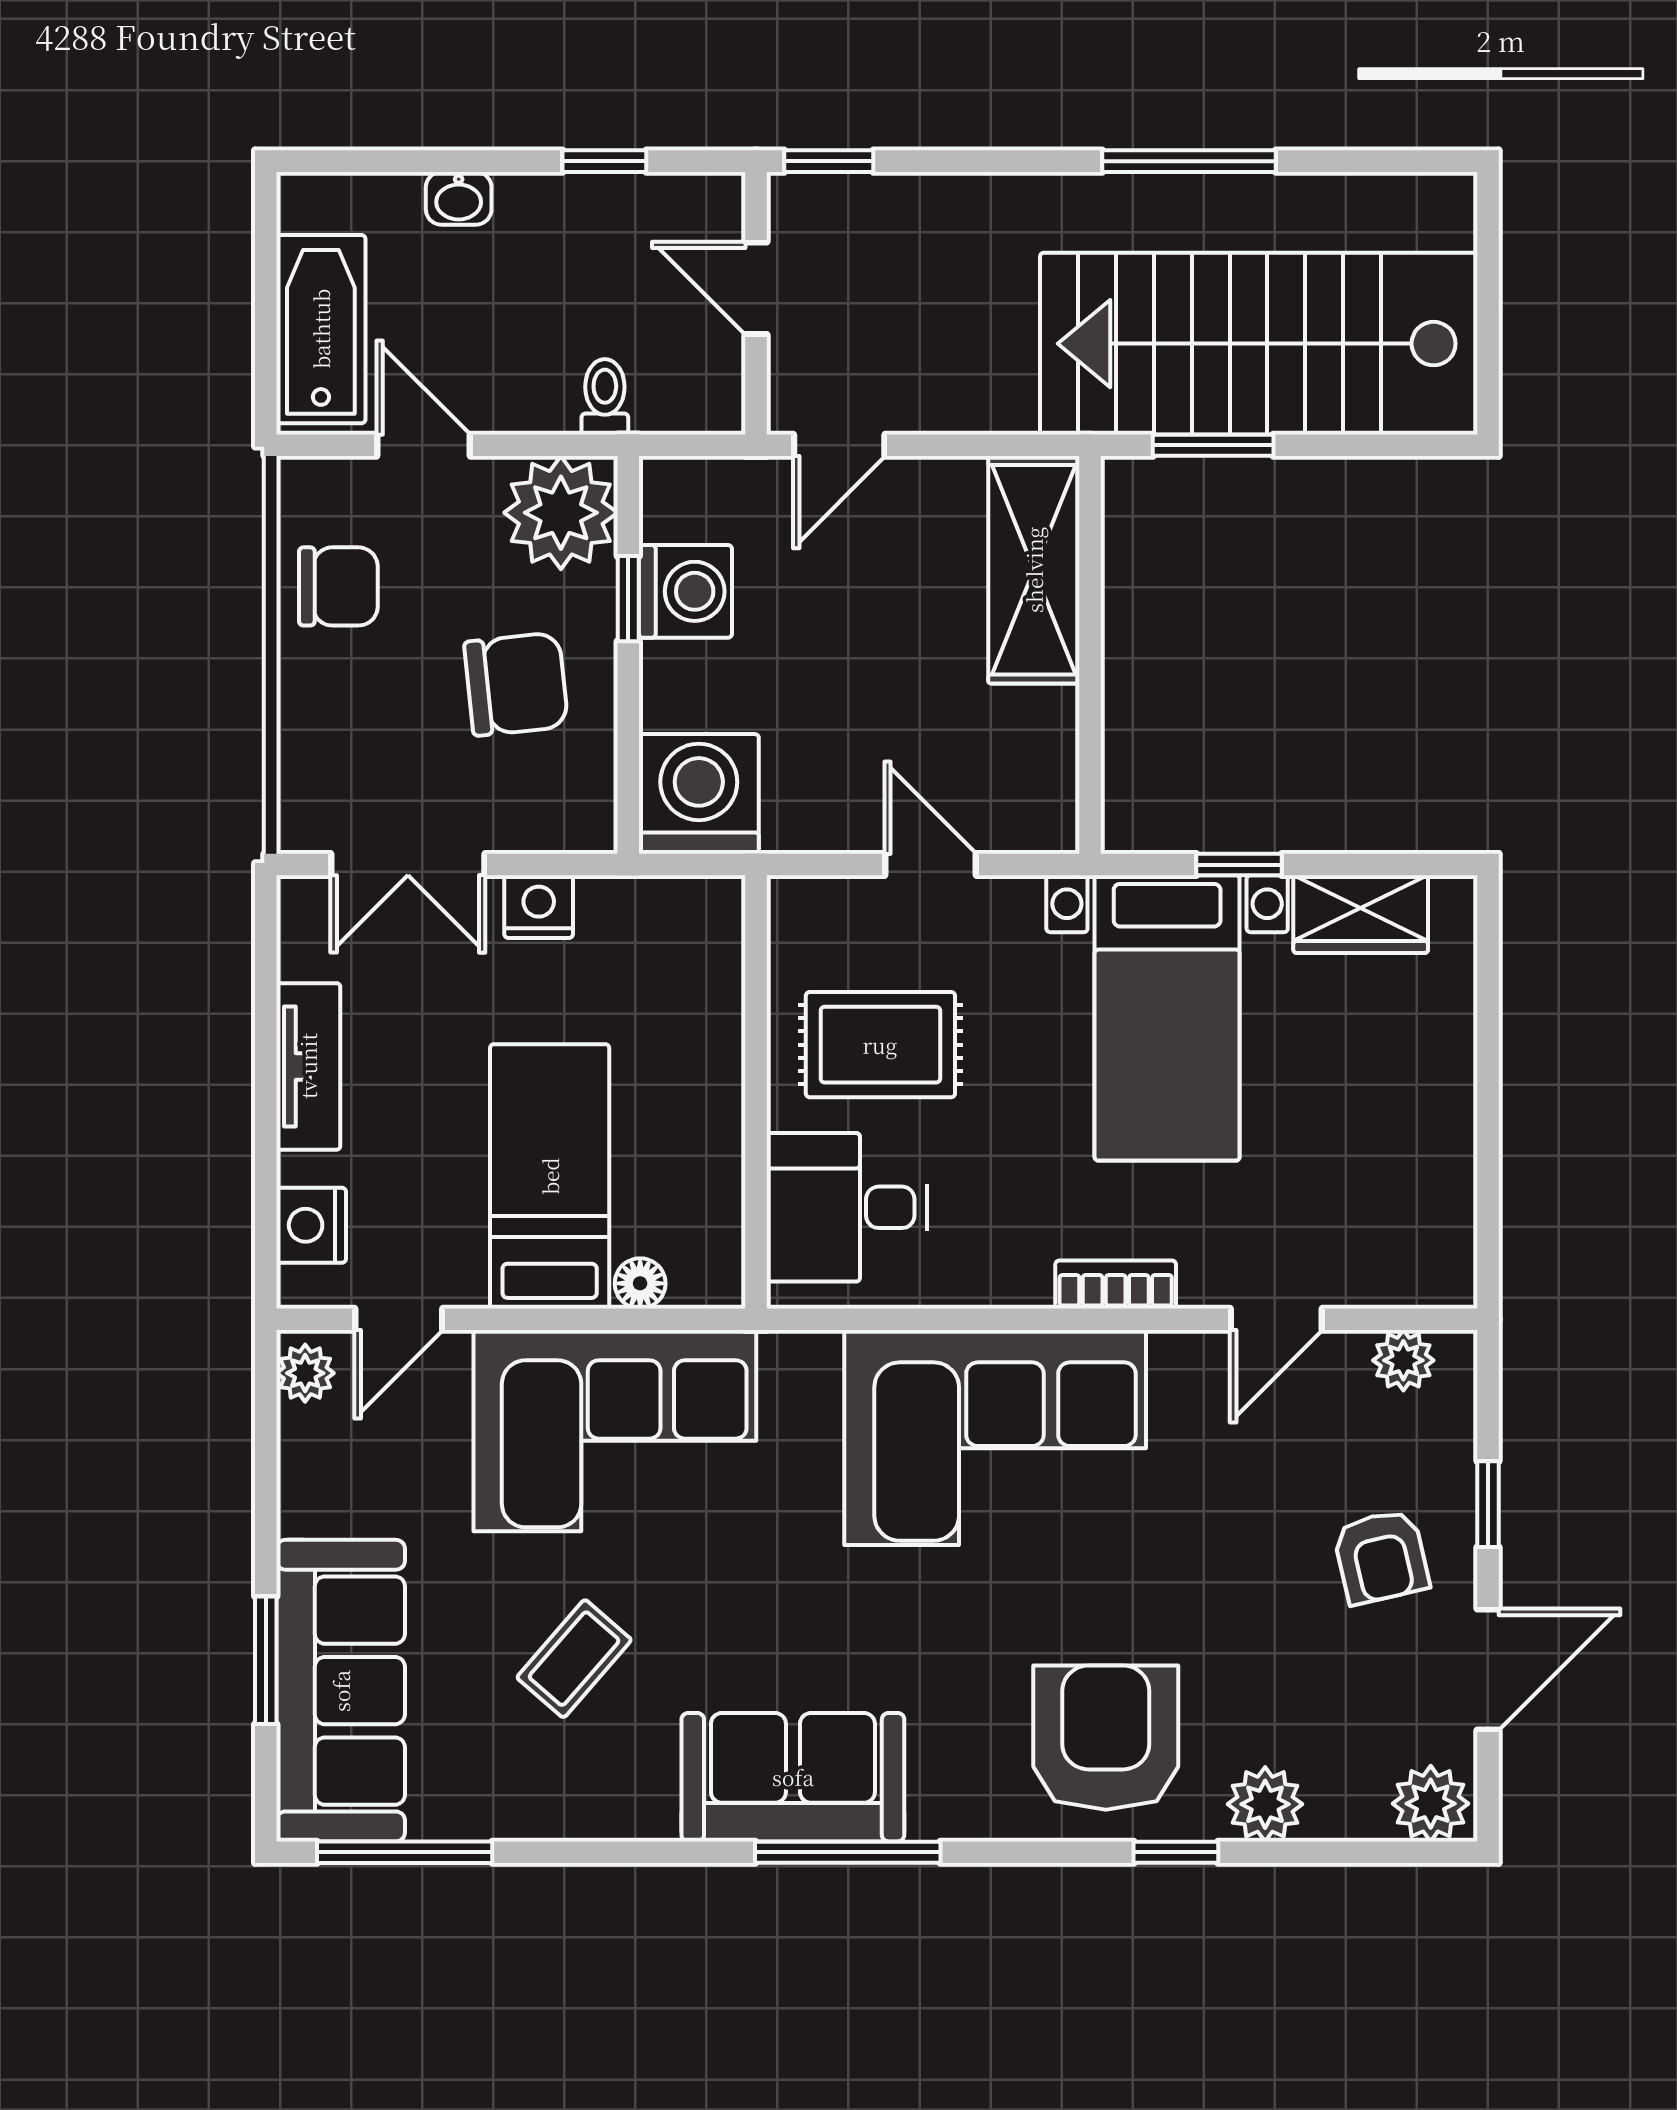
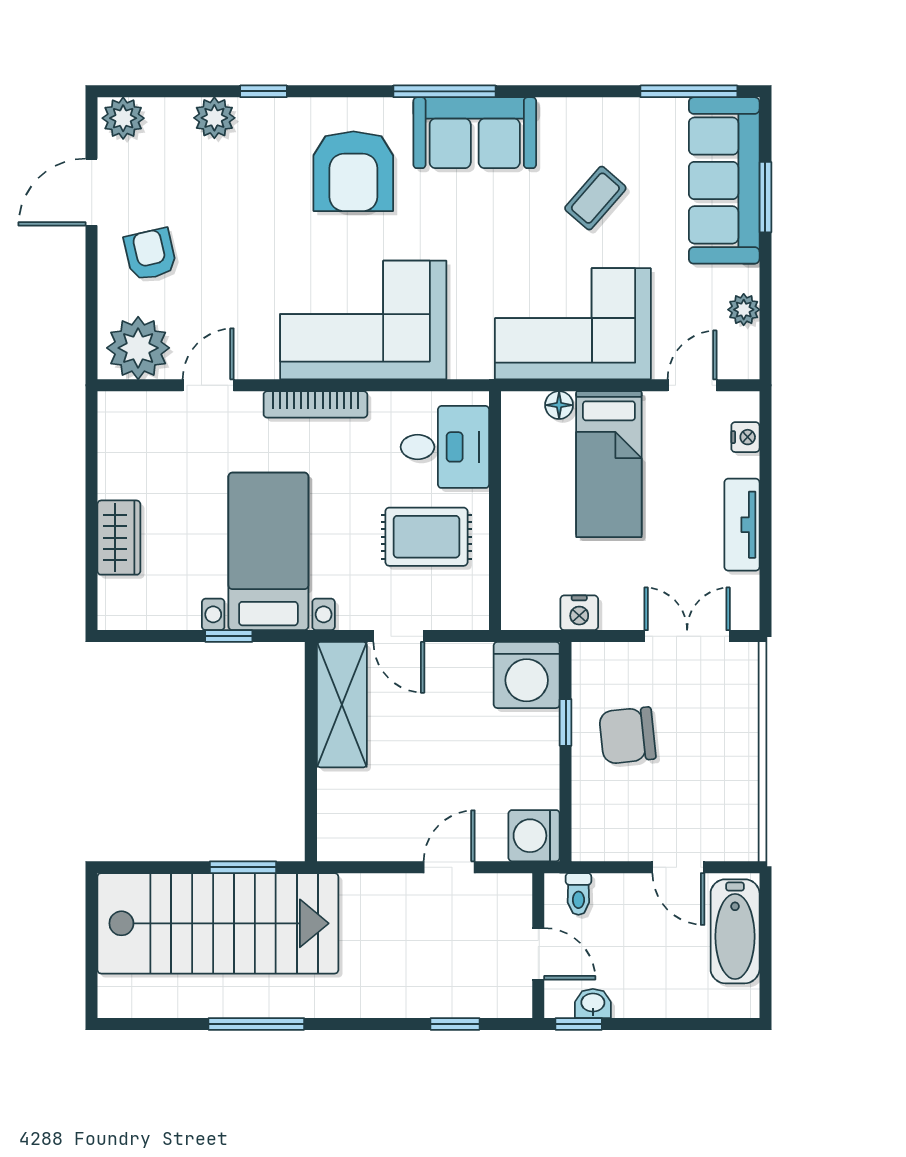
washbasin: (459, 198) -> (593, 1003), moved
door: (756, 288) -> (538, 954), moved
wall: (756, 303) -> (538, 946), moved
plant: (561, 513) -> (603, 830), removed
shelving: (1034, 570) -> (342, 705), moved
chair: (338, 586) -> (725, 789), removed
washing machine: (685, 591) -> (534, 836), moved
window: (628, 599) -> (566, 722), moved
nightstand: (539, 907) -> (579, 613), moved
wardrobe: (1361, 914) -> (119, 538), moved, turned 90
nightstand: (311, 1225) -> (745, 437), width x0.72, depth x0.74
bookcase: (1116, 1285) -> (315, 404), width x1.56
plant: (1403, 1360) -> (138, 348), width x1.87, depth x1.87
plant: (305, 1373) -> (744, 310), moved
window: (1488, 1504) -> (91, 283), removed
armchair: (1106, 1738) -> (353, 171), moved

